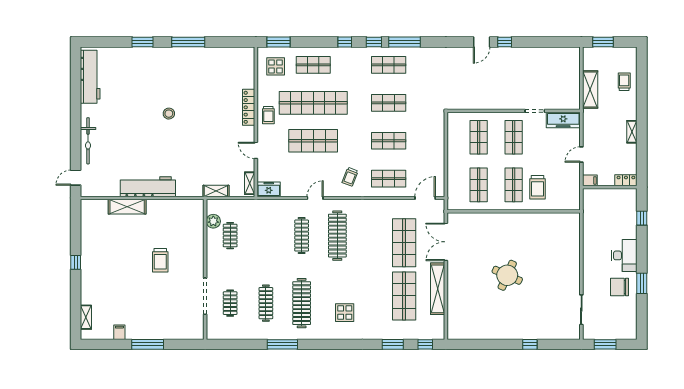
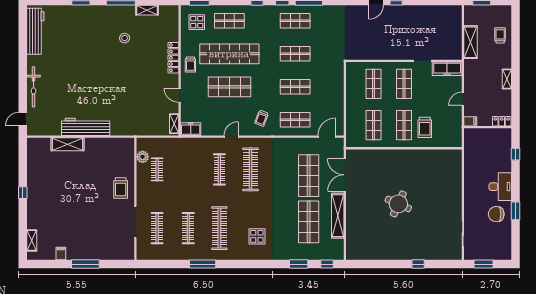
stool: (169, 114) -> (125, 38), moved
shelving: (216, 191) -> (147, 10), moved
trolley: (160, 260) -> (121, 188), moved
clothes rail: (230, 303) -> (157, 228), width x1.36

